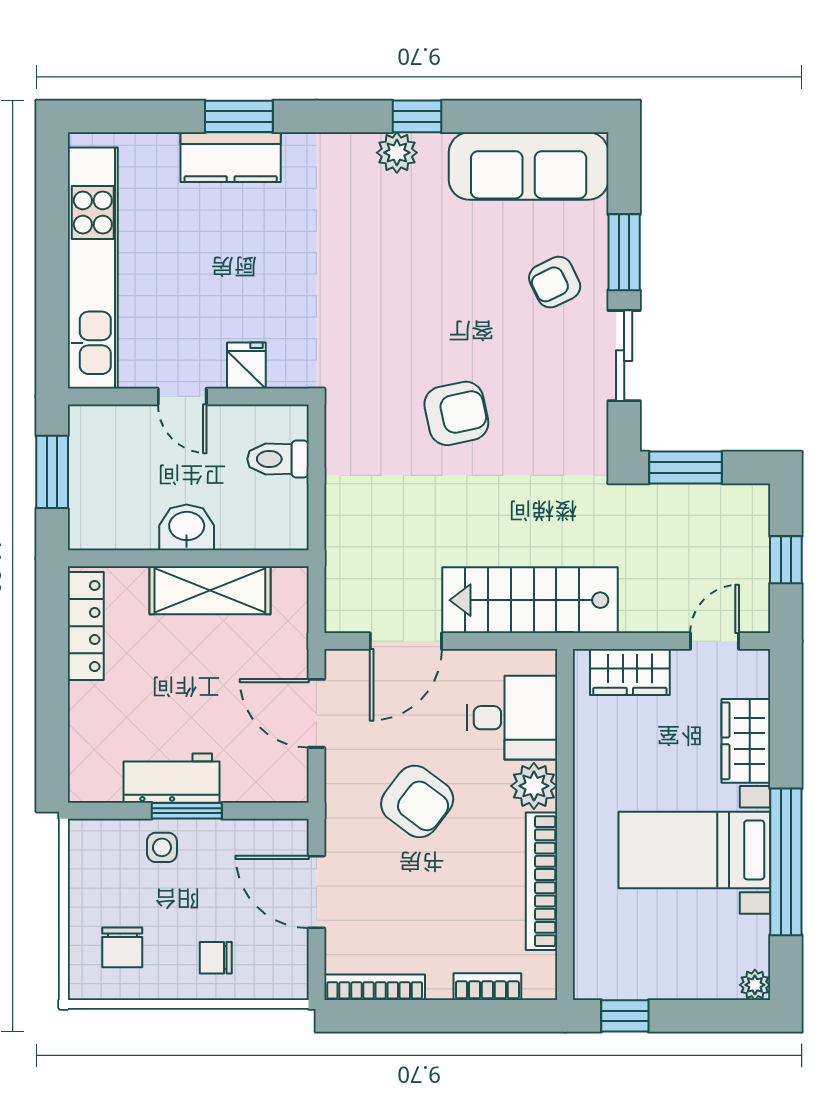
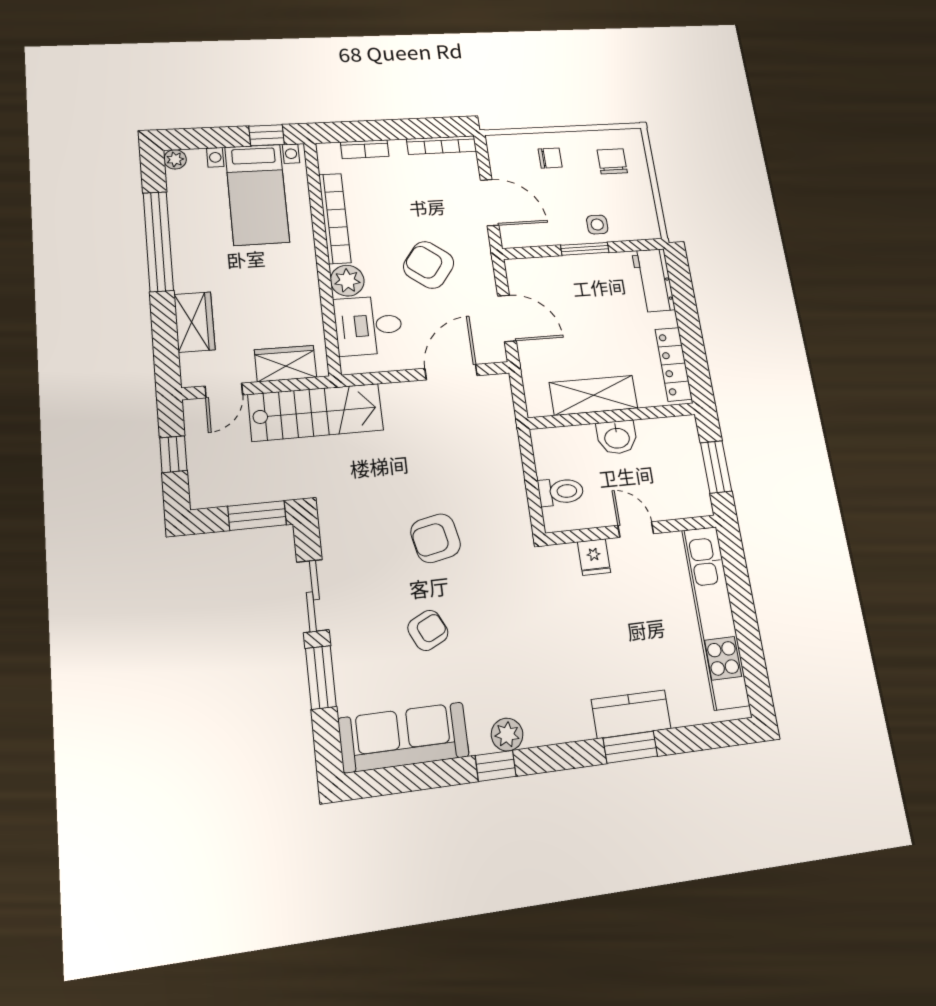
armchair: (555, 282) -> (428, 630), moved
stairs: (530, 600) -> (316, 412), moved
workbench: (172, 778) -> (653, 280), moved, turned 90
bed with nightstands: (694, 850) -> (257, 194), moved, turned 90

